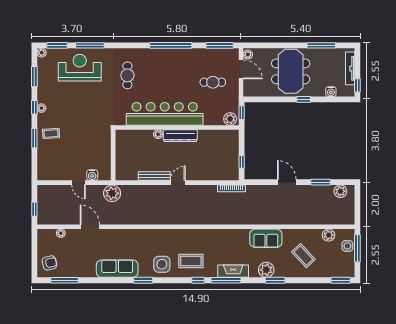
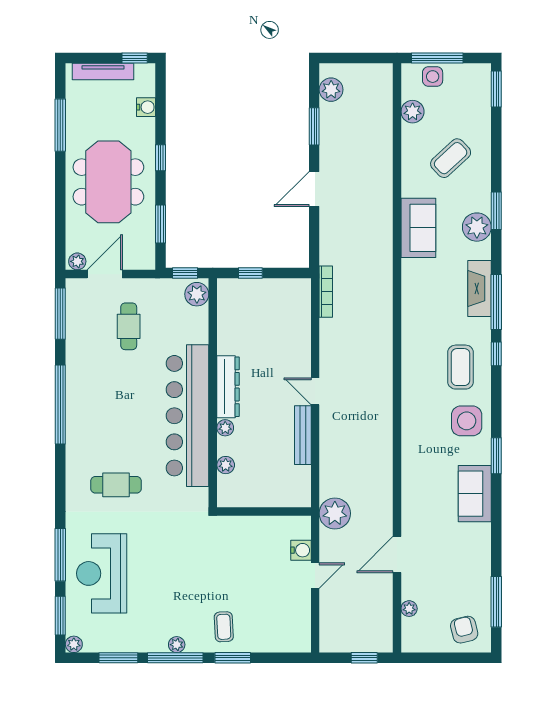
meeting table: (291, 71) -> (108, 182), turned 90
window: (268, 99) -> (161, 224), added
window: (34, 107) -> (175, 658), width x2.17
plant: (138, 134) -> (226, 465), added
window: (242, 162) -> (250, 273), moved
sofa: (117, 269) -> (475, 494), width x0.73

